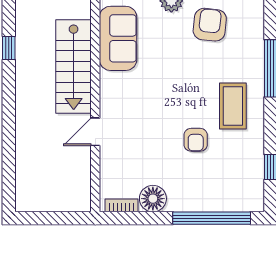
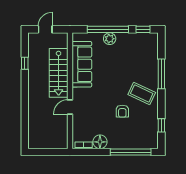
armchair: (210, 25) -> (130, 51), removed
sofa: (118, 38) -> (82, 64), width x1.36
coffee table: (233, 106) -> (142, 94), turned -65

